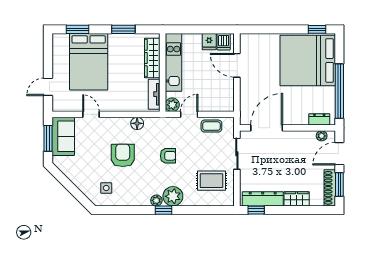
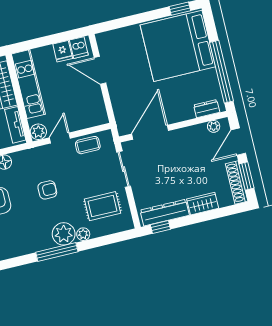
plant: (156, 200) -> (83, 234), moved
window: (164, 210) -> (57, 252), width x2.17

